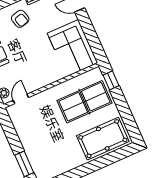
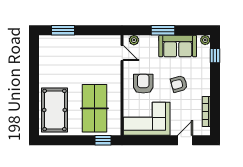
armchair: (20, 19) -> (179, 84), moved
armchair: (41, 66) -> (143, 84), added

